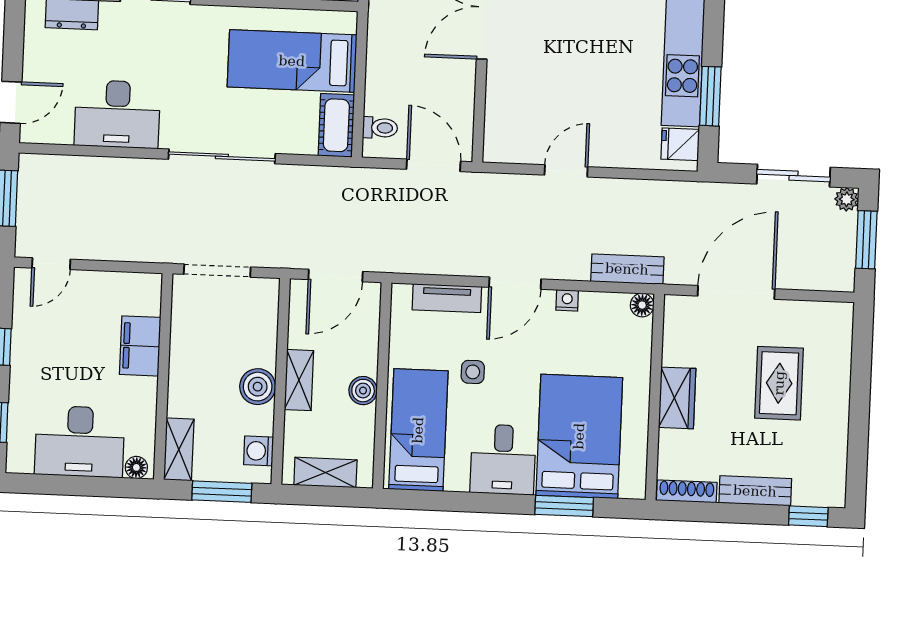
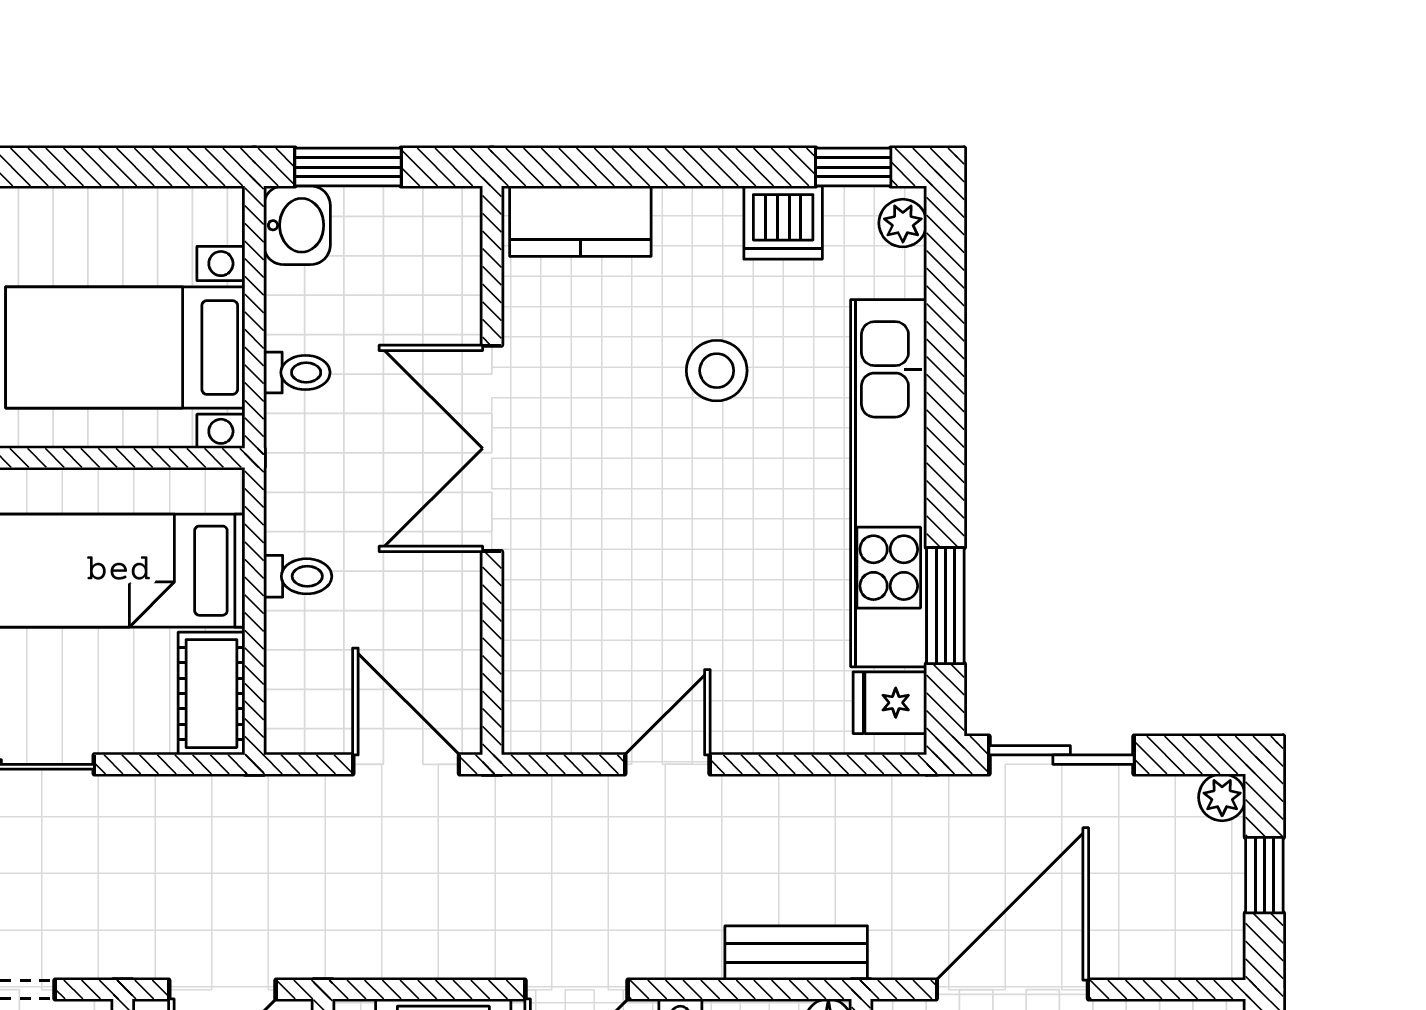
toilet: (380, 128) -> (298, 576), moved
sliding door: (793, 176) -> (1062, 755), moved
window: (866, 240) -> (1264, 875), width x0.67

